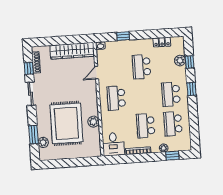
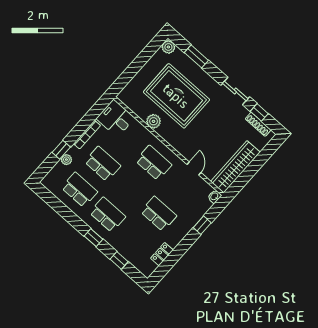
plant: (180, 60) -> (129, 253), removed
plant: (43, 142) -> (168, 47), moved
window: (172, 156) -> (61, 150), moved

